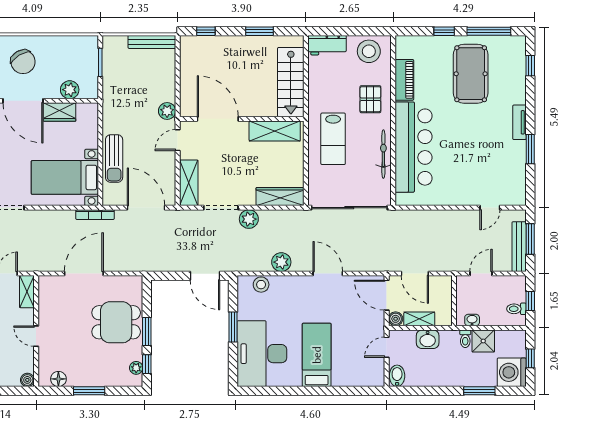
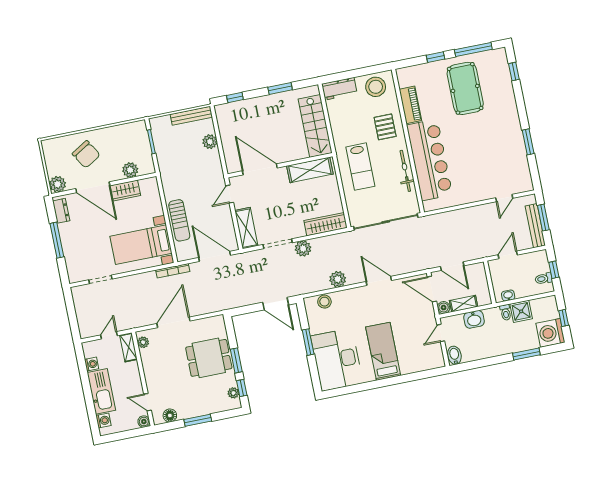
plant: (167, 111) -> (210, 142), moved
tv unit: (519, 122) -> (514, 121), removed
plant: (45, 289) -> (143, 342), added
door: (36, 336) -> (148, 402), moved

